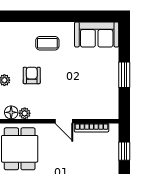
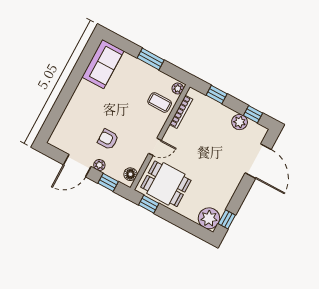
coffee table: (47, 43) -> (160, 102), moved, turned 90
plant: (25, 113) -> (178, 89), moved
door: (64, 121) -> (155, 147), moved

